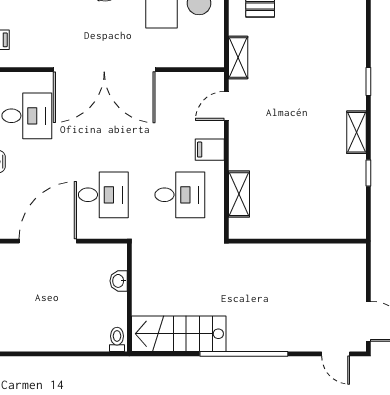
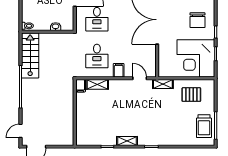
filing cabinet: (242, 229) -> (81, 86), added

